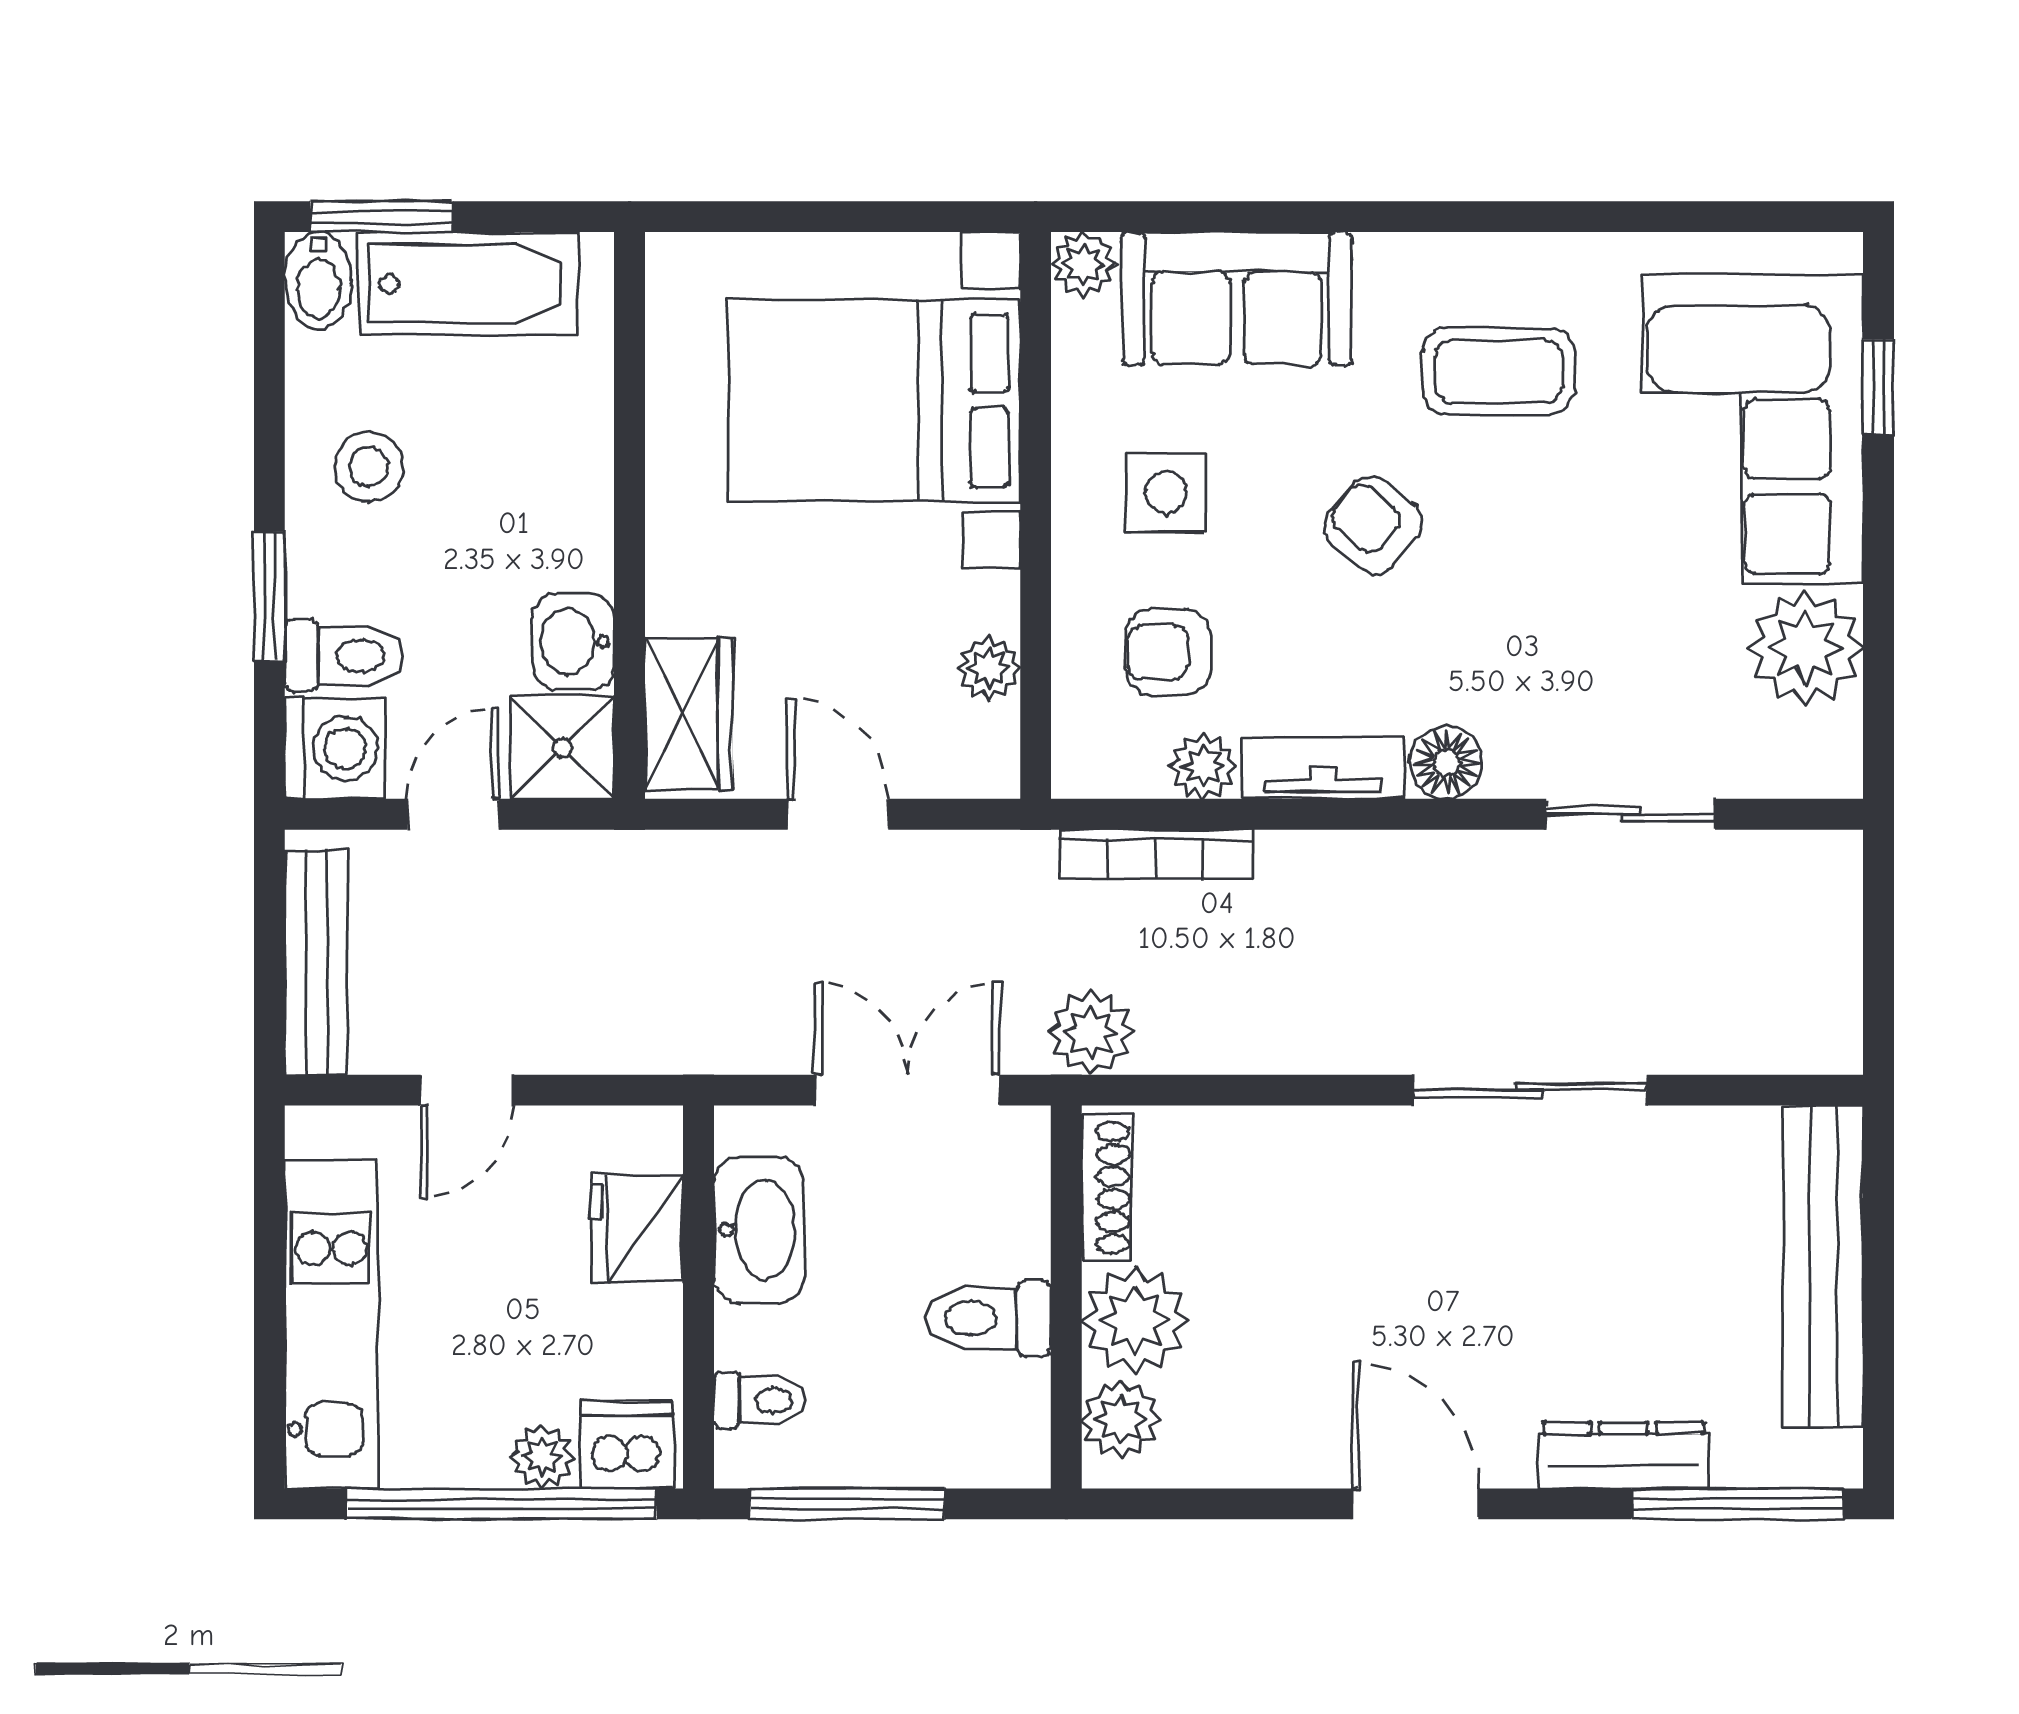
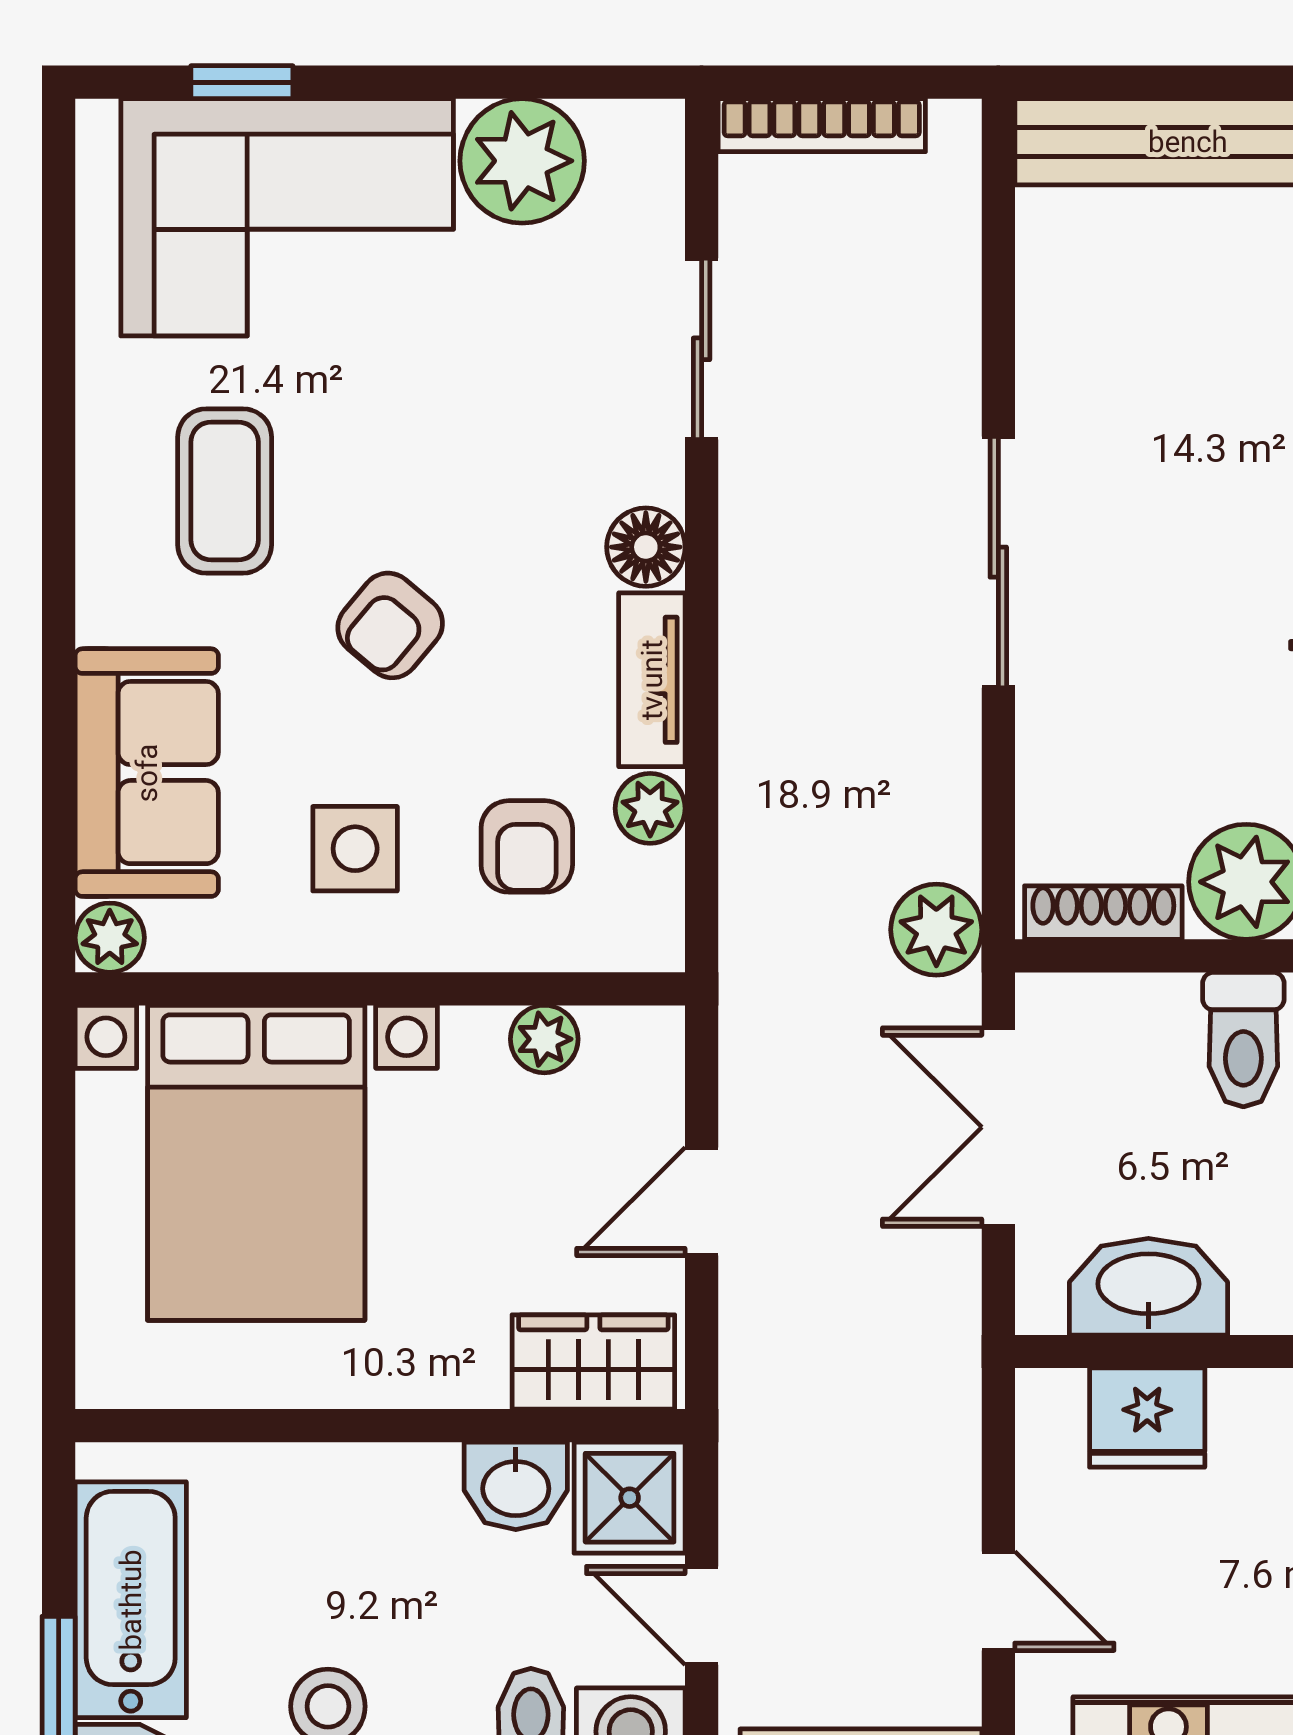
bookcase: (1155, 854) -> (822, 125), moved, turned 90
sliding door: (1530, 1090) -> (998, 562), moved

